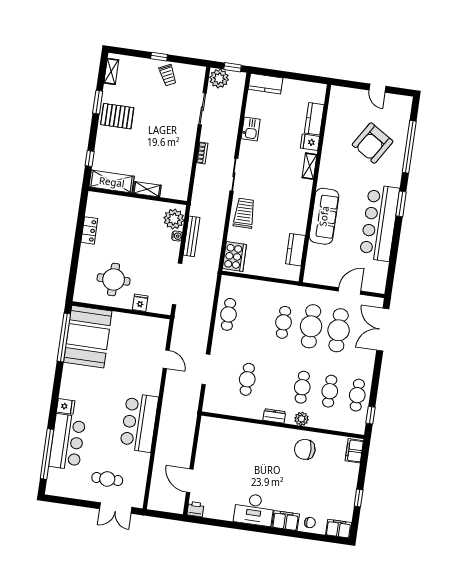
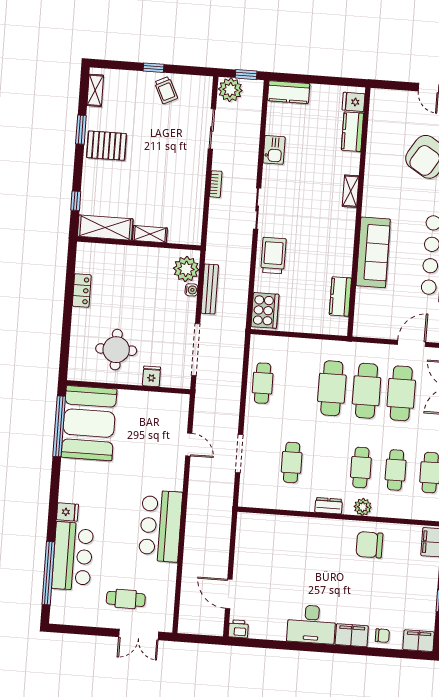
fridge: (310, 142) -> (354, 102), moved
cafe table: (284, 322) -> (332, 388), width x1.37, depth x1.35

